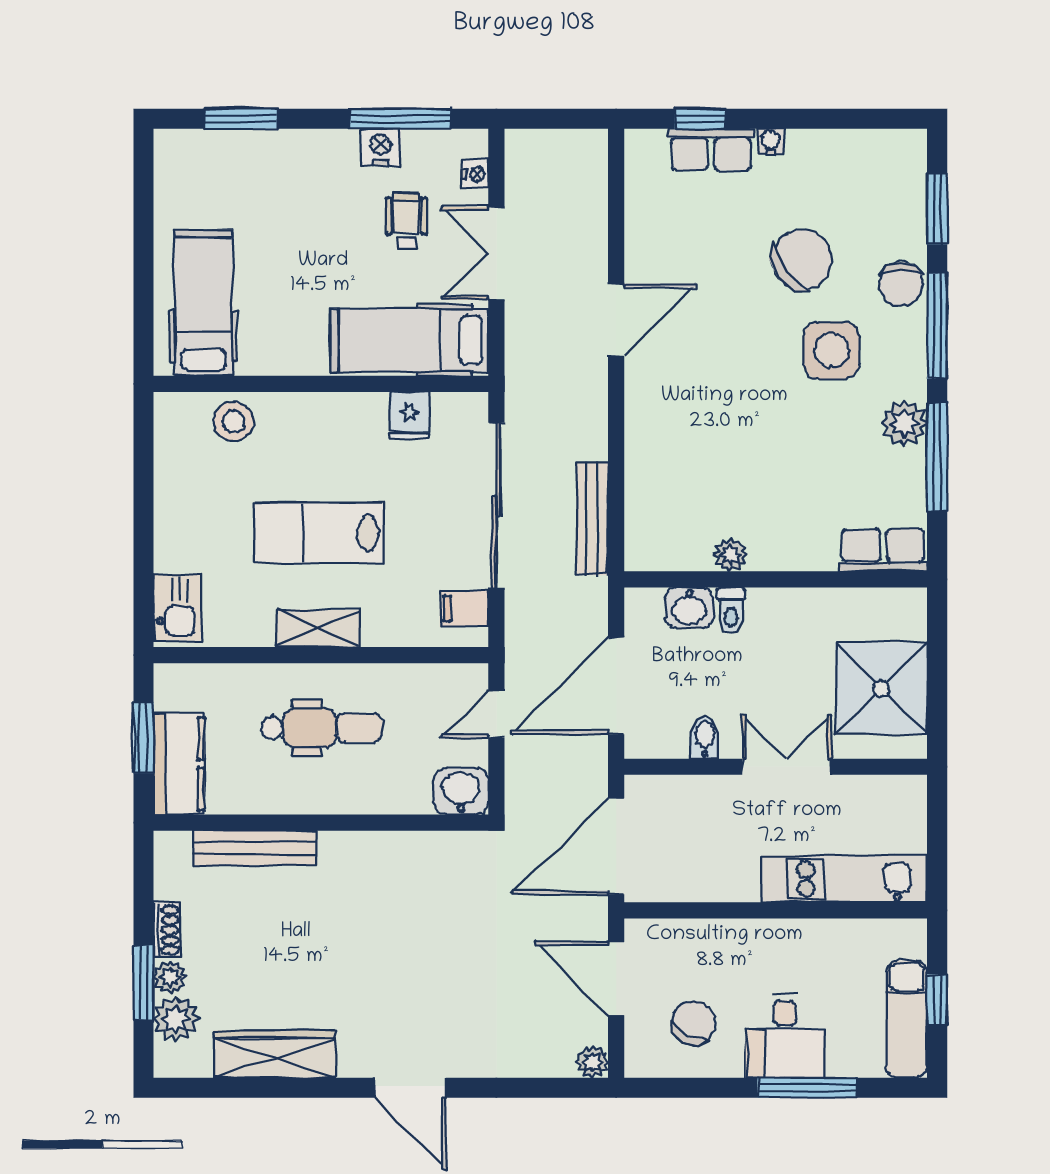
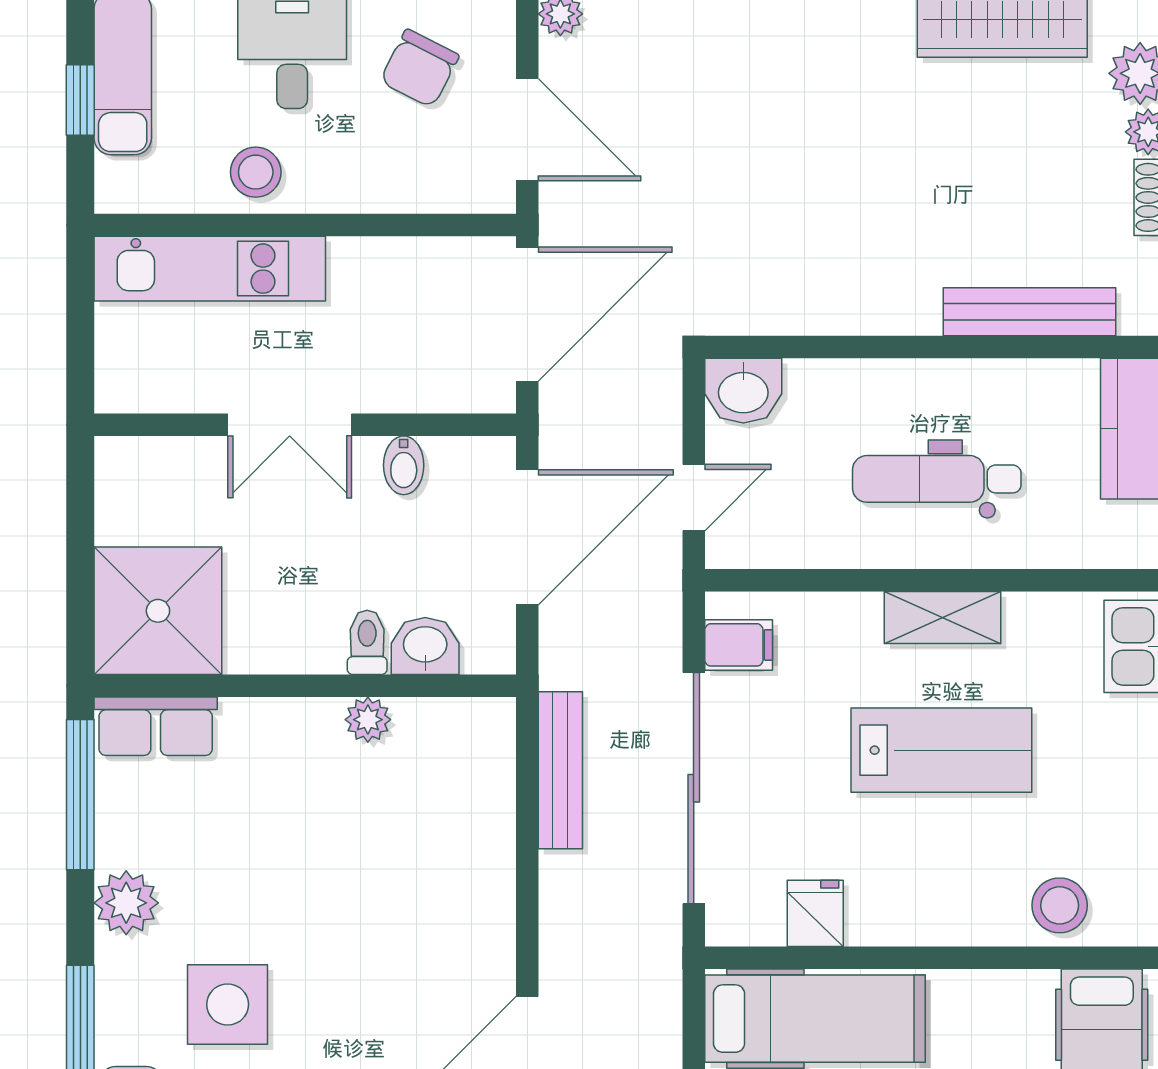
window: (937, 457) -> (80, 795), moved
shower: (881, 688) -> (158, 611), moved
stool: (811, 948) -> (256, 172), added

